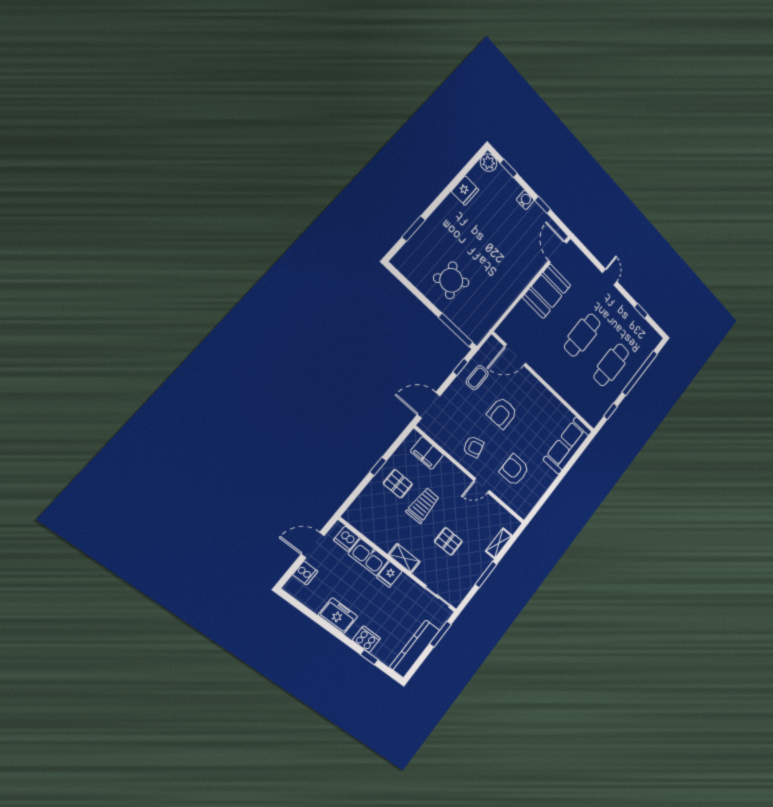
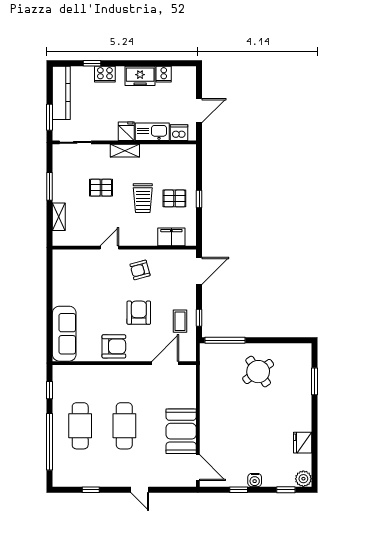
armchair: (514, 470) -> (114, 346), moved
cooker: (305, 573) -> (164, 74), moved, turned -90

